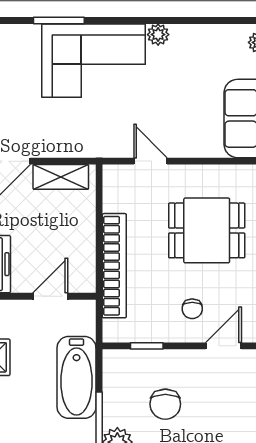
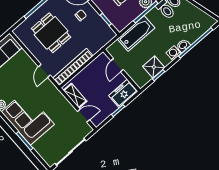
bookcase: (114, 266) -> (73, 67), moved
door: (50, 296) -> (117, 65), hinge flipped

